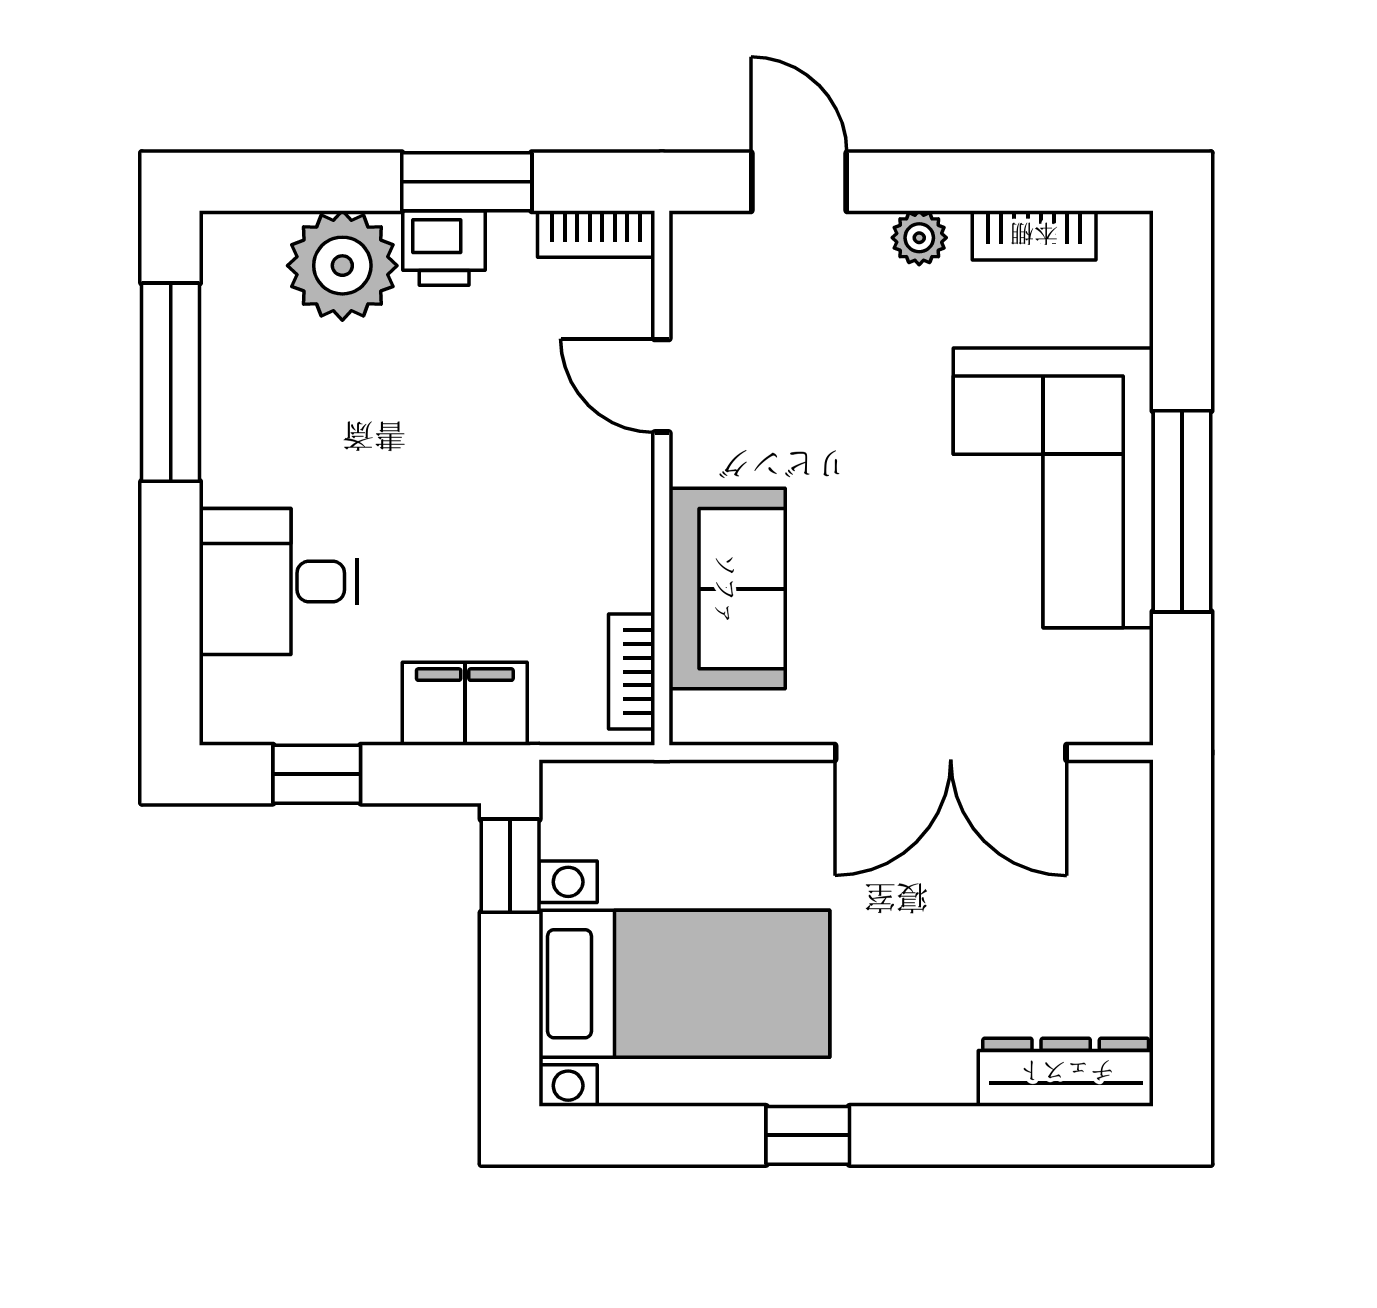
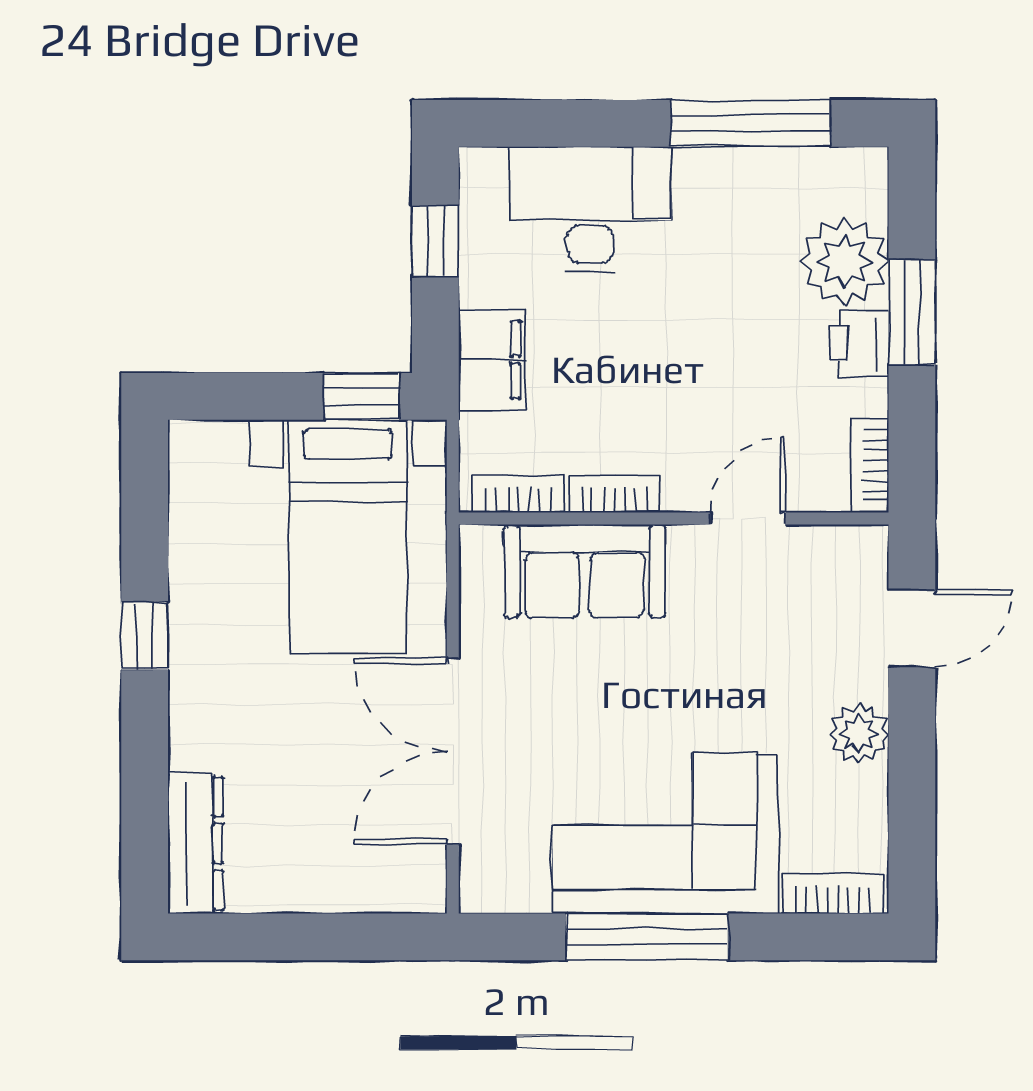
window: (467, 182) -> (912, 312), moved
bookcase: (1034, 235) -> (833, 894), moved, turned 90
plant: (919, 238) -> (859, 734), width x1.38, depth x1.38
bookcase: (632, 551) -> (615, 494), added
desk: (278, 581) -> (590, 210), width x1.37
bed with nightstands: (684, 984) -> (348, 537), moved

